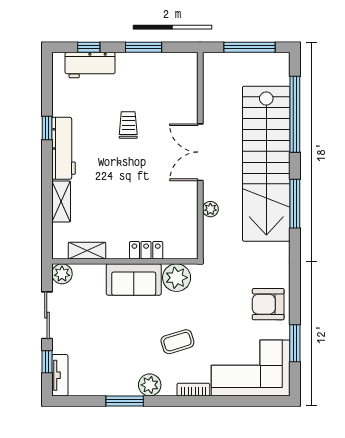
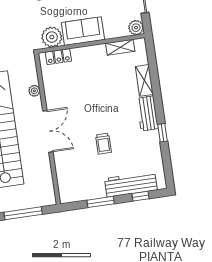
workbench: (90, 65) -> (131, 184), width x1.38
workbench: (64, 148) -> (147, 113), width x0.73
locker: (146, 250) -> (58, 57), moved

